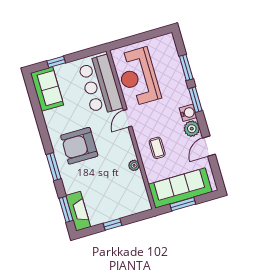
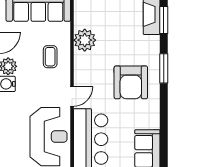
armchair: (79, 146) -> (131, 82), turned 90
plant: (134, 165) -> (85, 40), width x1.87, depth x1.87

